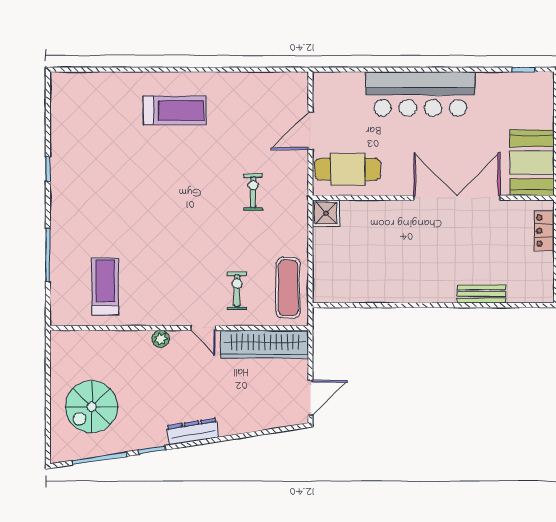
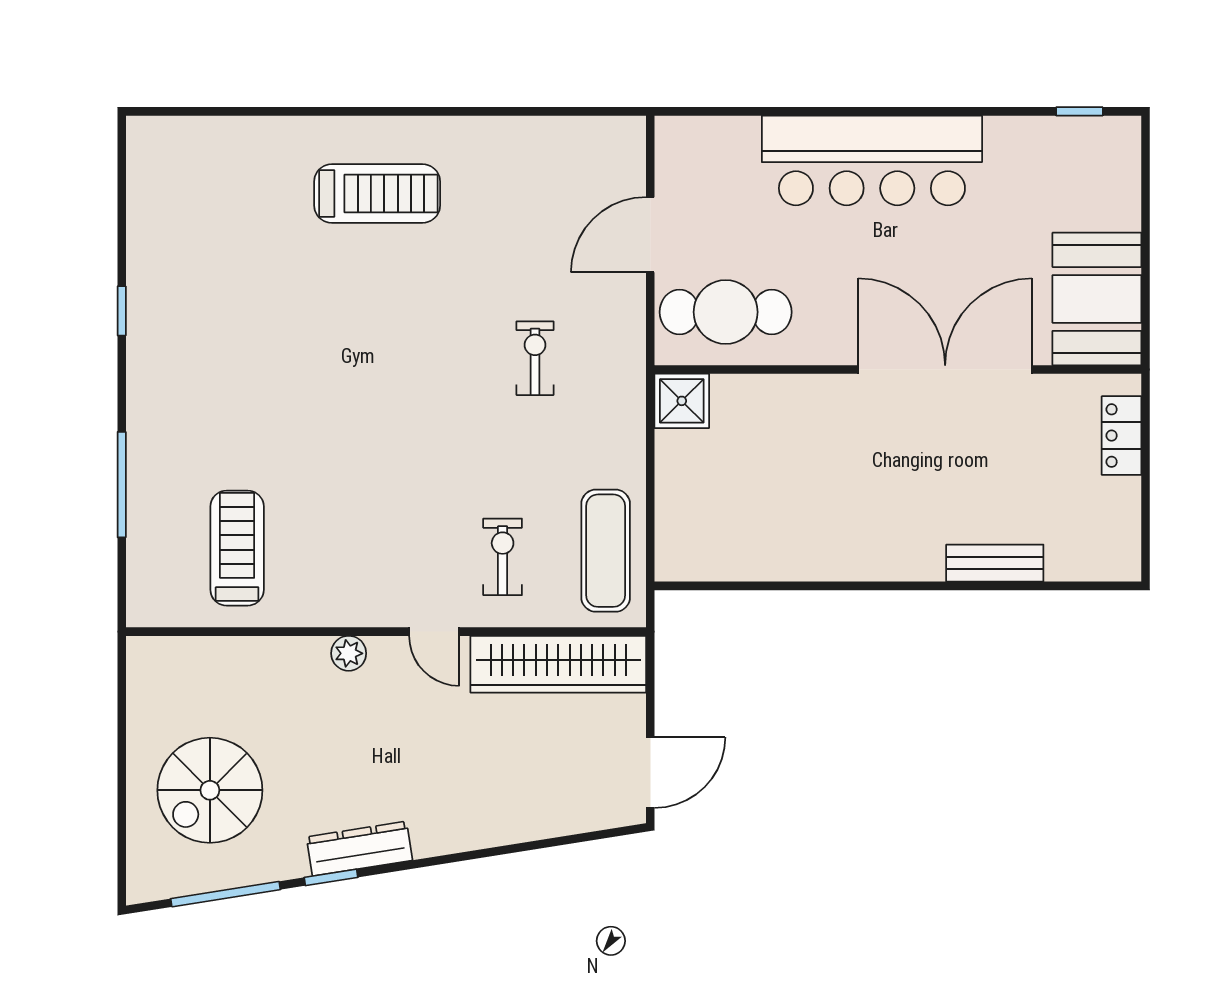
dresser: (193, 431) -> (359, 849), moved

